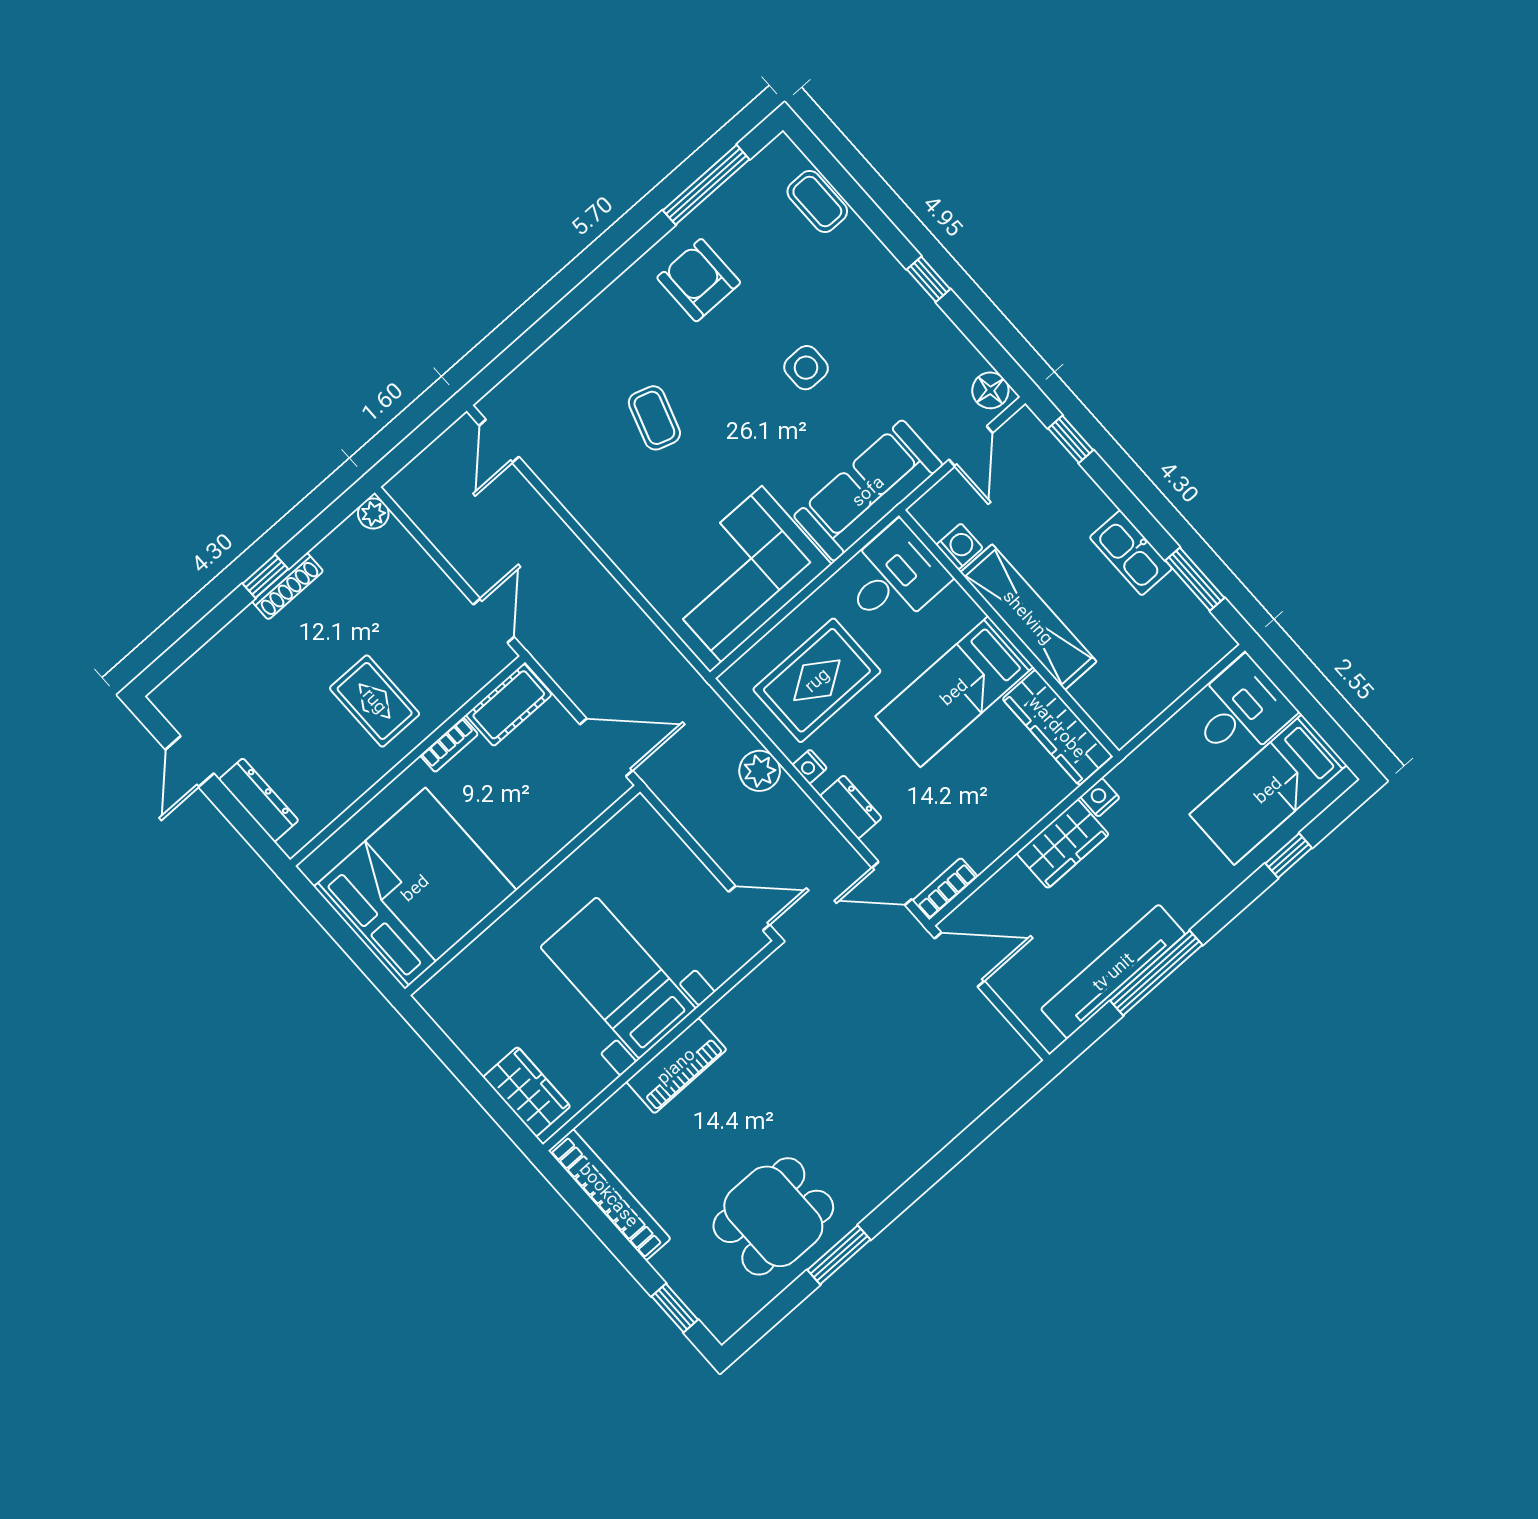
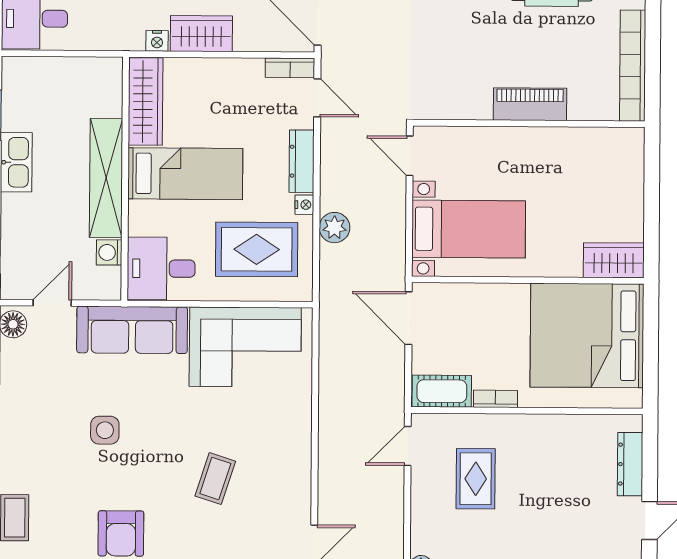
rug: (375, 701) -> (476, 479), moved
dresser: (851, 807) -> (302, 161), width x1.44
bed with nightstands: (618, 978) -> (469, 229), moved, turned -90
wardrobe: (527, 1092) -> (614, 260), moved, turned 90

